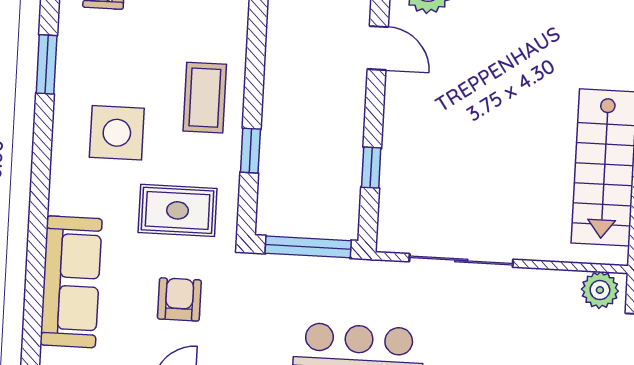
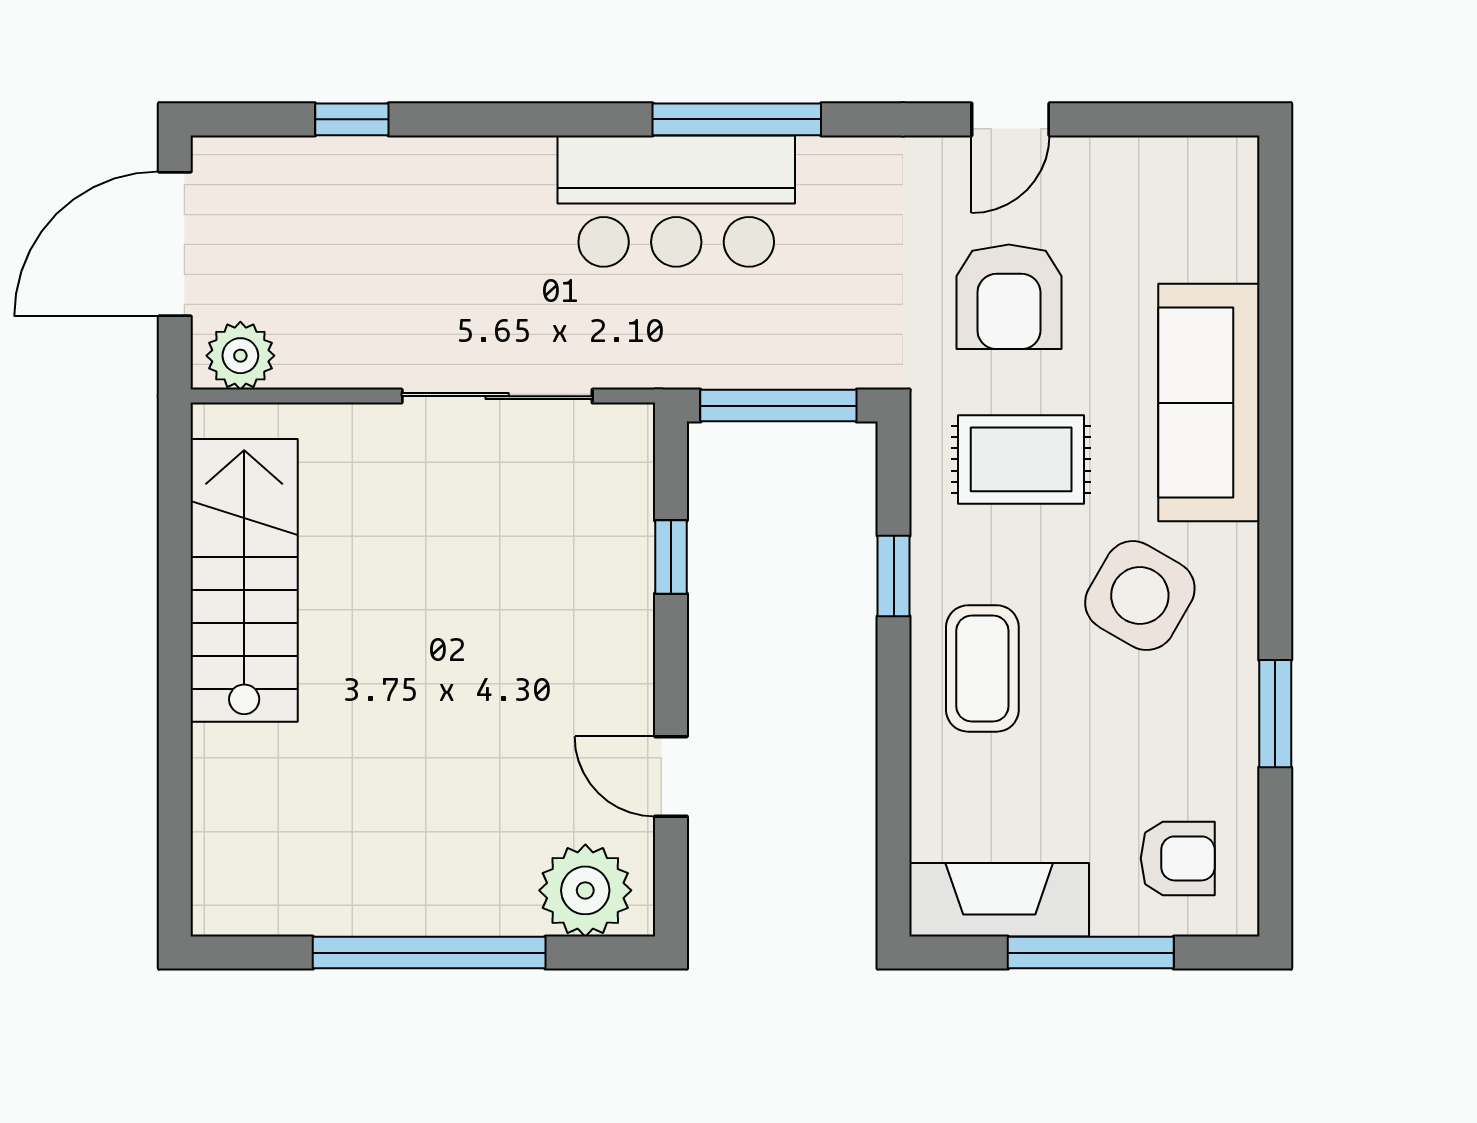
side table: (117, 133) -> (1140, 596), turned 30
sofa: (71, 282) -> (1209, 403), moved
armchair: (179, 299) -> (1009, 297), width x1.38, depth x1.38

